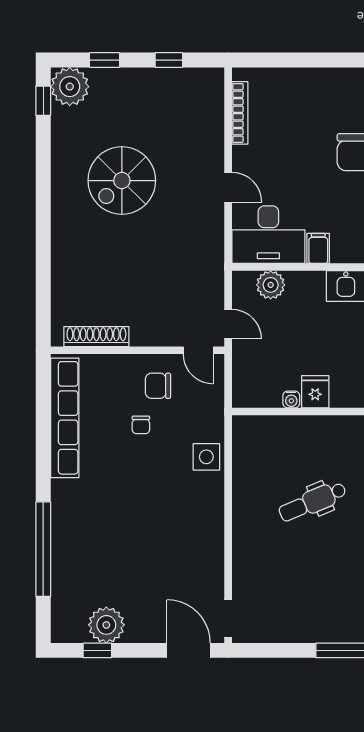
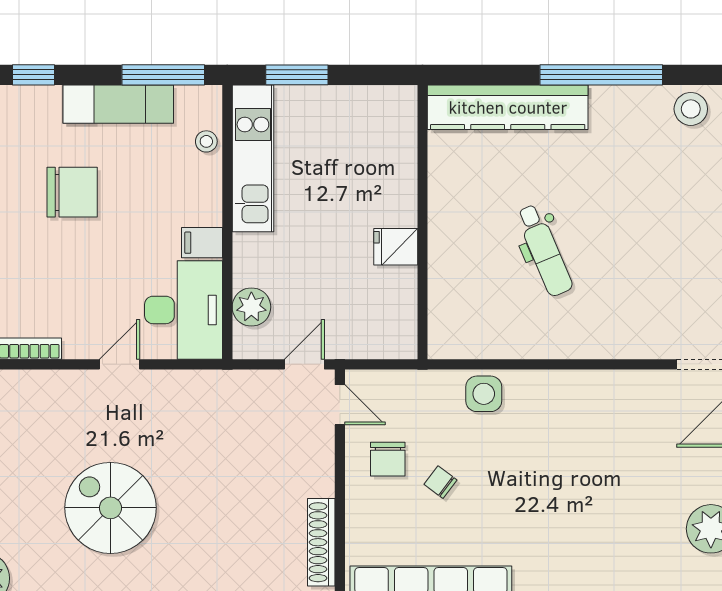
spiral stairs: (122, 181) -> (110, 508), turned 180
door: (198, 350) -> (340, 405), hinge flipped
water cooler: (291, 399) -> (406, 279), removed
chair: (141, 425) -> (441, 482), turned -143

